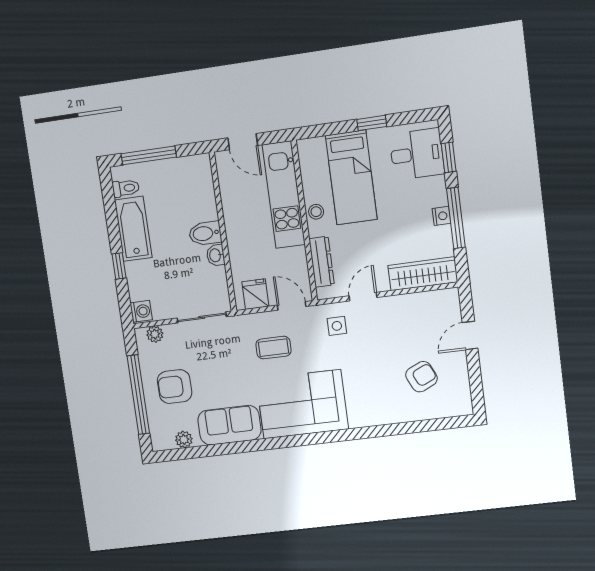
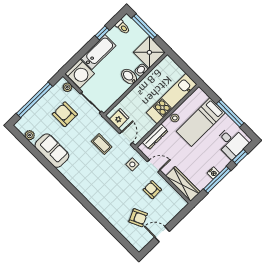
window: (372, 123) -> (230, 113), width x2.17
door: (243, 142) -> (181, 64), removed
shower: (192, 177) -> (149, 52), added
bathtub: (133, 229) -> (98, 52), moved
washbasin: (216, 255) -> (141, 70), moved
window: (119, 266) -> (102, 33), moved
washing machine: (141, 311) -> (80, 74), width x1.89, depth x1.89
armchair: (396, 325) -> (152, 190), added
door: (470, 335) -> (162, 234), moved
armchair: (175, 387) -> (65, 114), moved
corner sofa: (302, 404) -> (86, 175), removed

